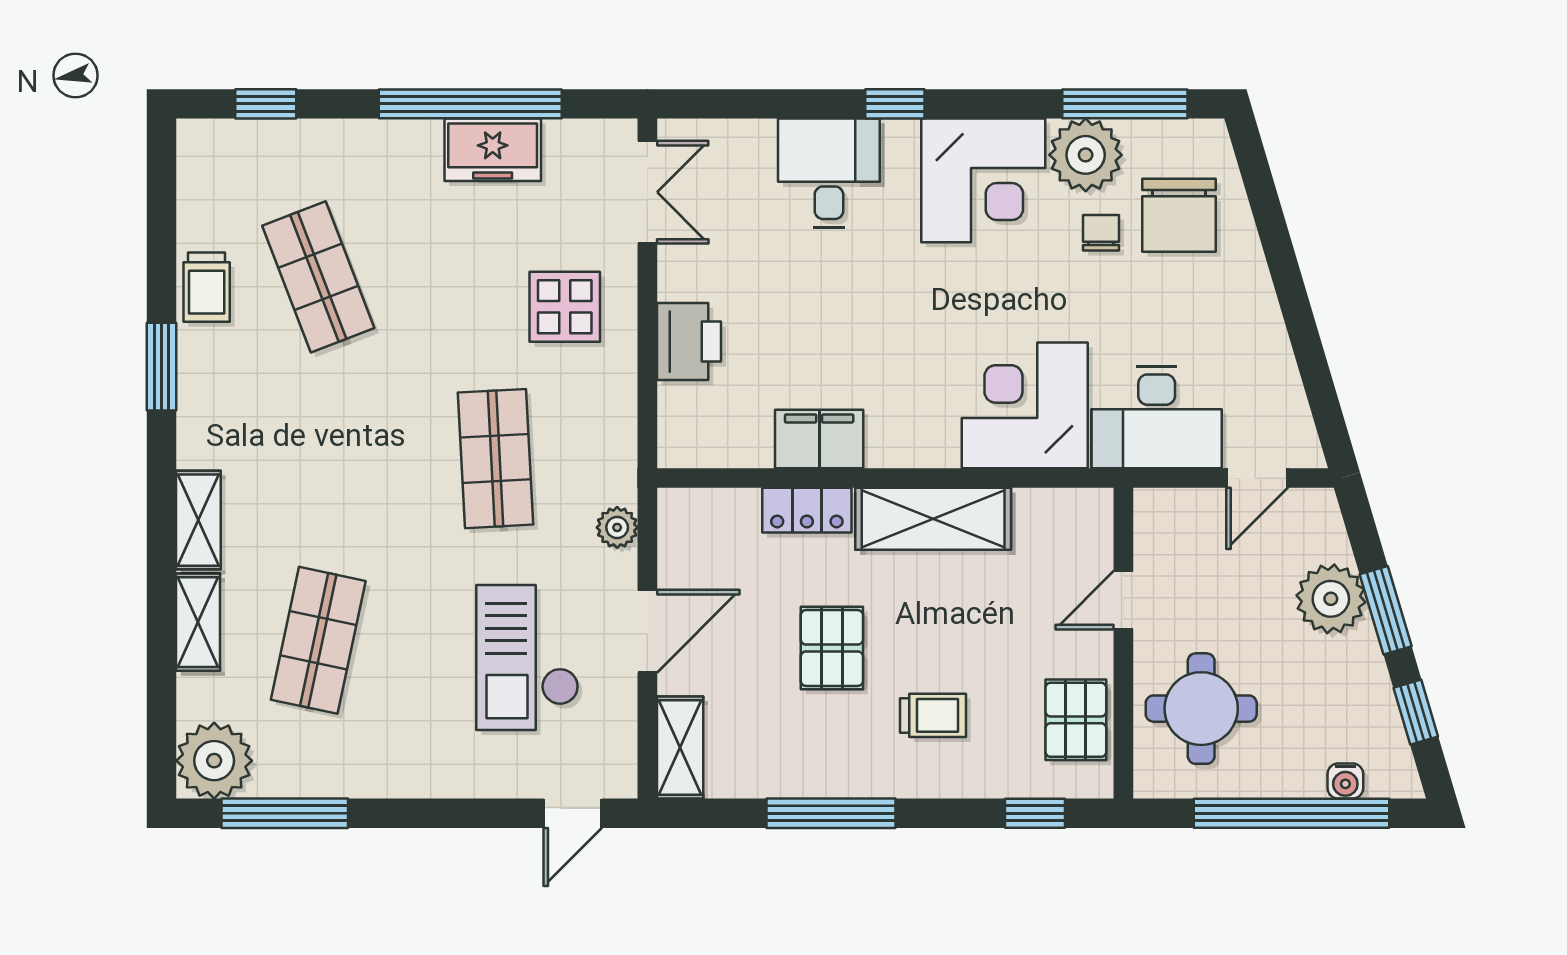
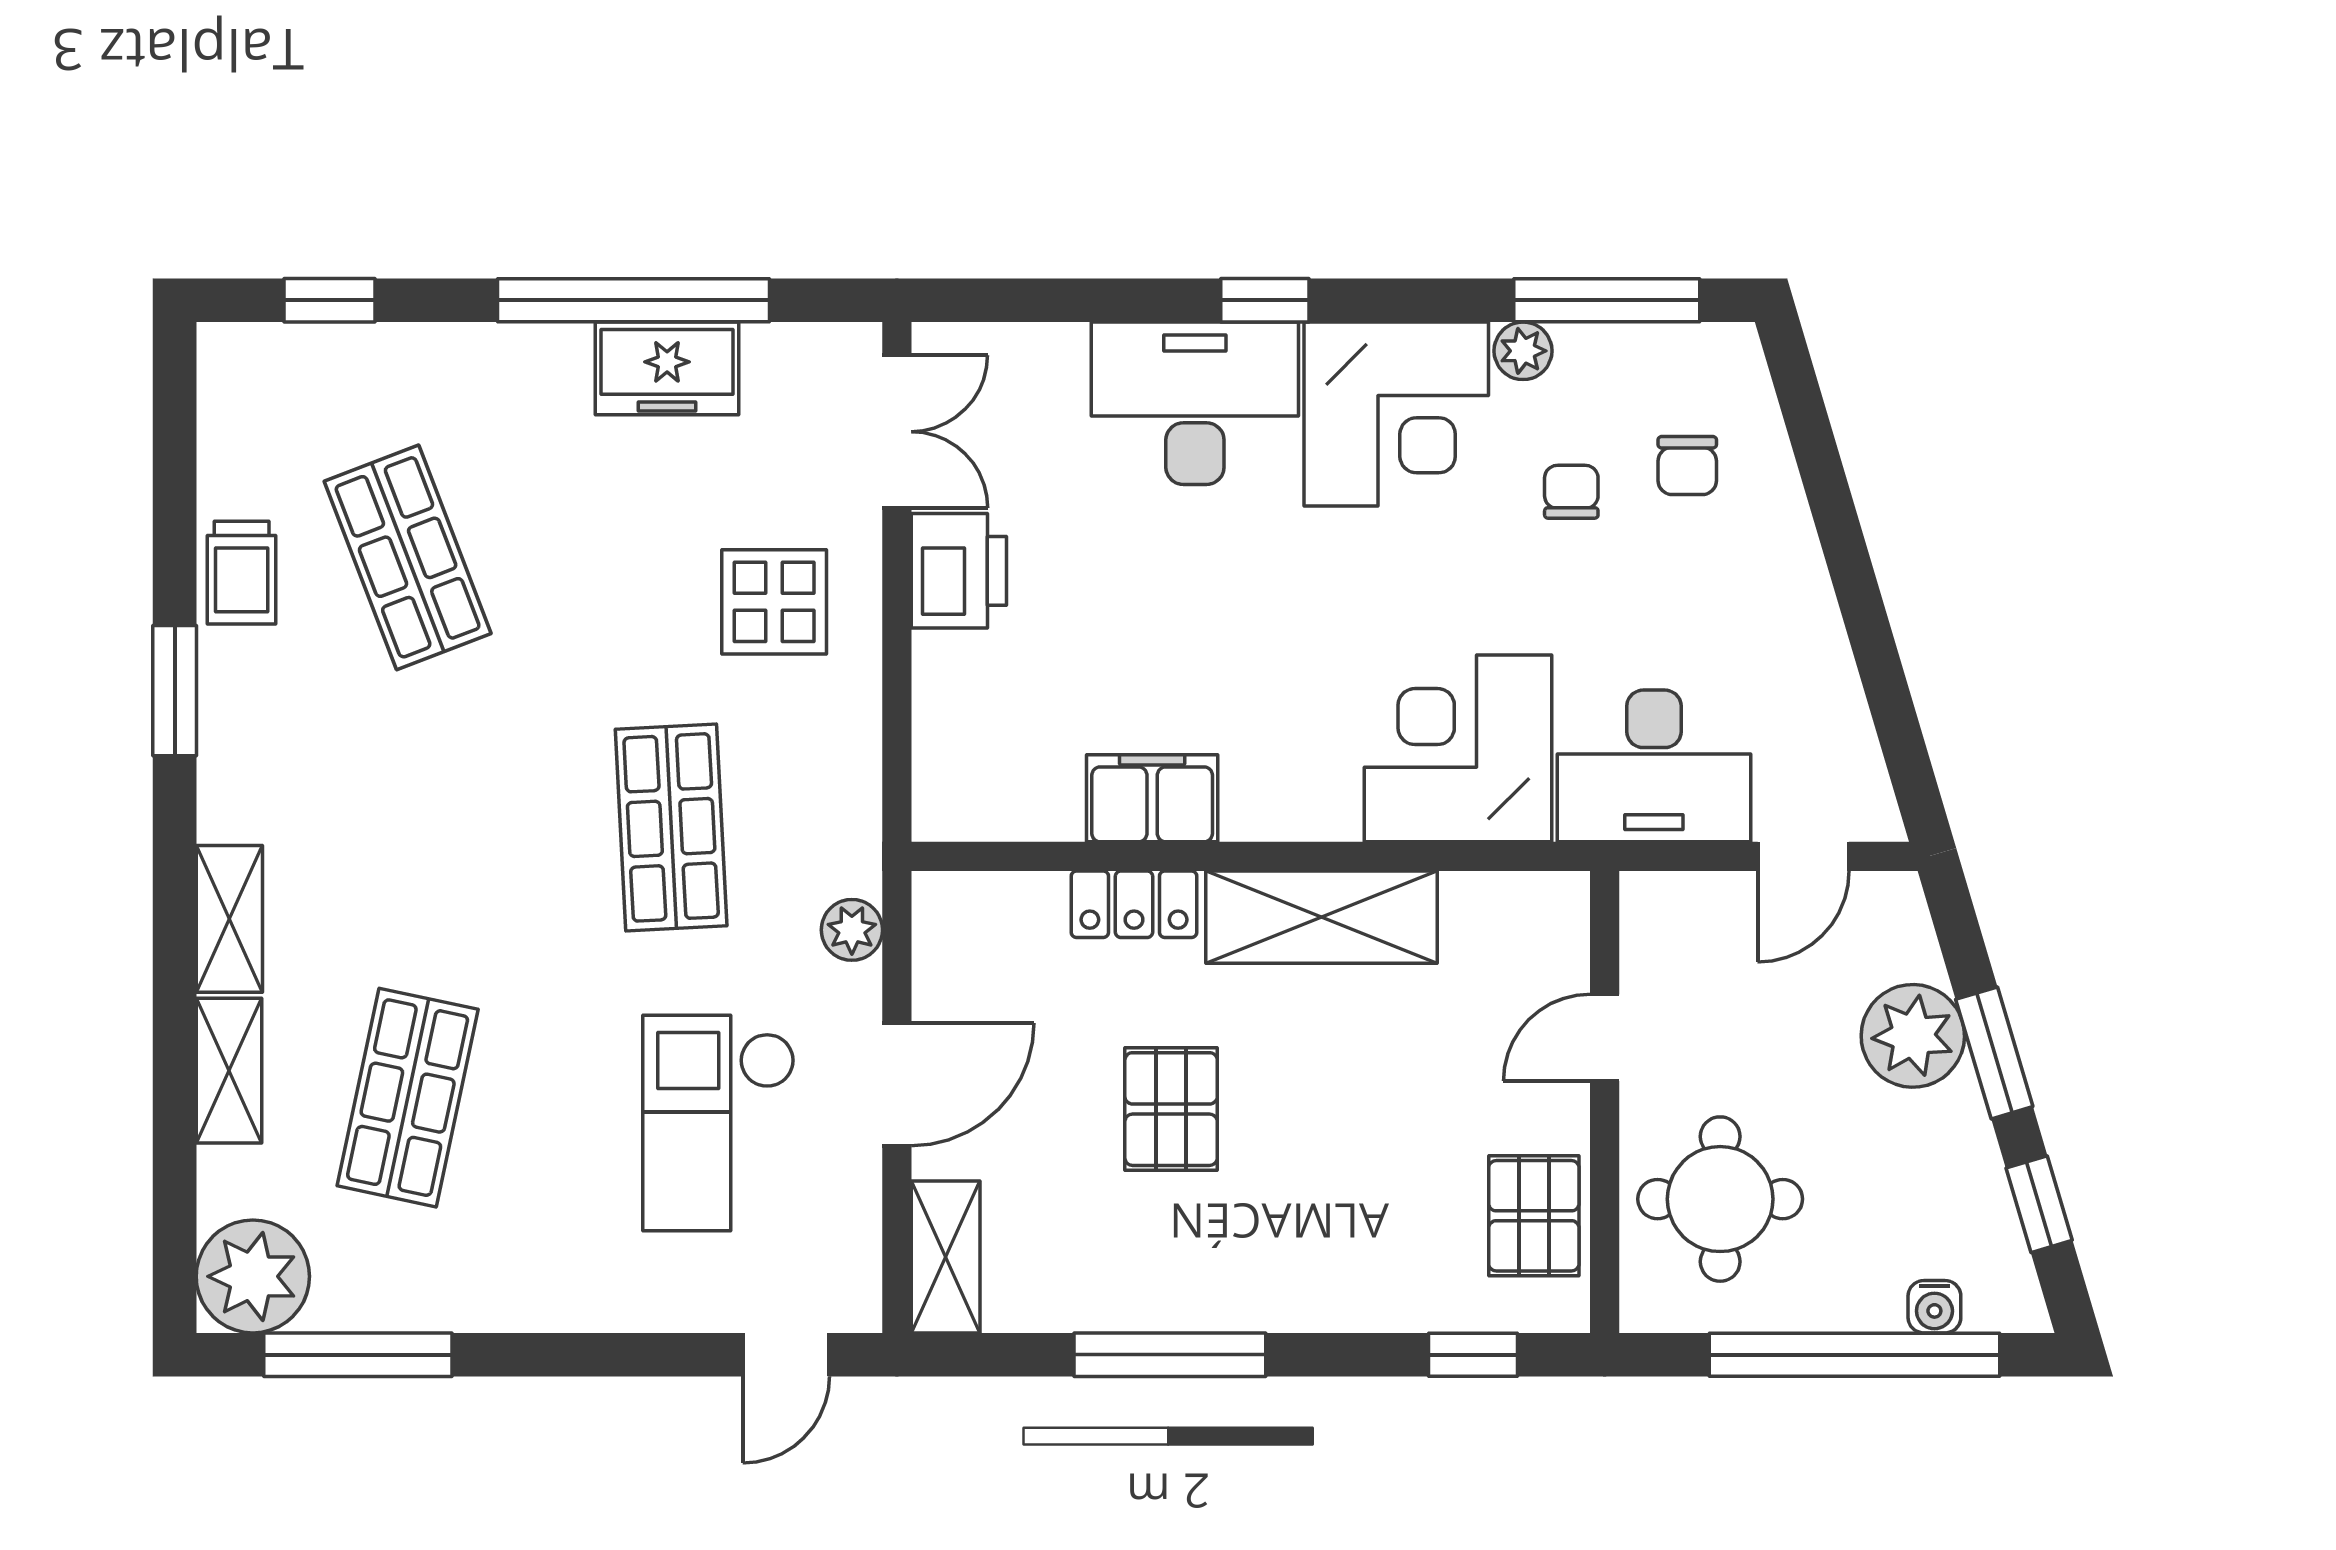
plant: (1086, 155) -> (1523, 351), width x0.53, depth x0.53
desk: (829, 173) -> (1195, 403), width x1.37
chair: (1179, 215) -> (1687, 466), width x0.54, depth x0.54
printer: (689, 342) -> (959, 571), moved
trolley: (933, 715) -> (1321, 1209), removed

